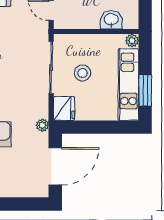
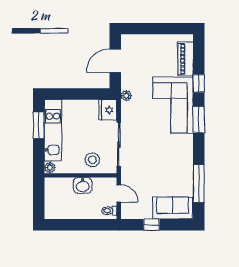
washbasin: (111, 20) -> (83, 185), moved
stool: (82, 73) -> (92, 160), moved
door: (55, 166) -> (115, 61), width x0.73

